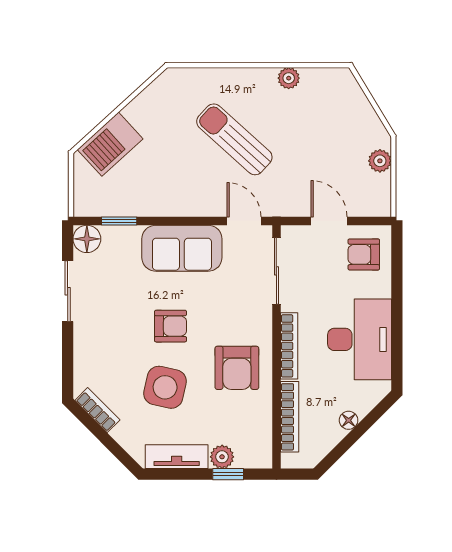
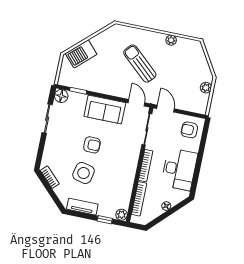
door: (329, 221) -> (166, 109), moved
armchair: (237, 368) -> (119, 171), removed
plant: (222, 457) -> (122, 215), moved

